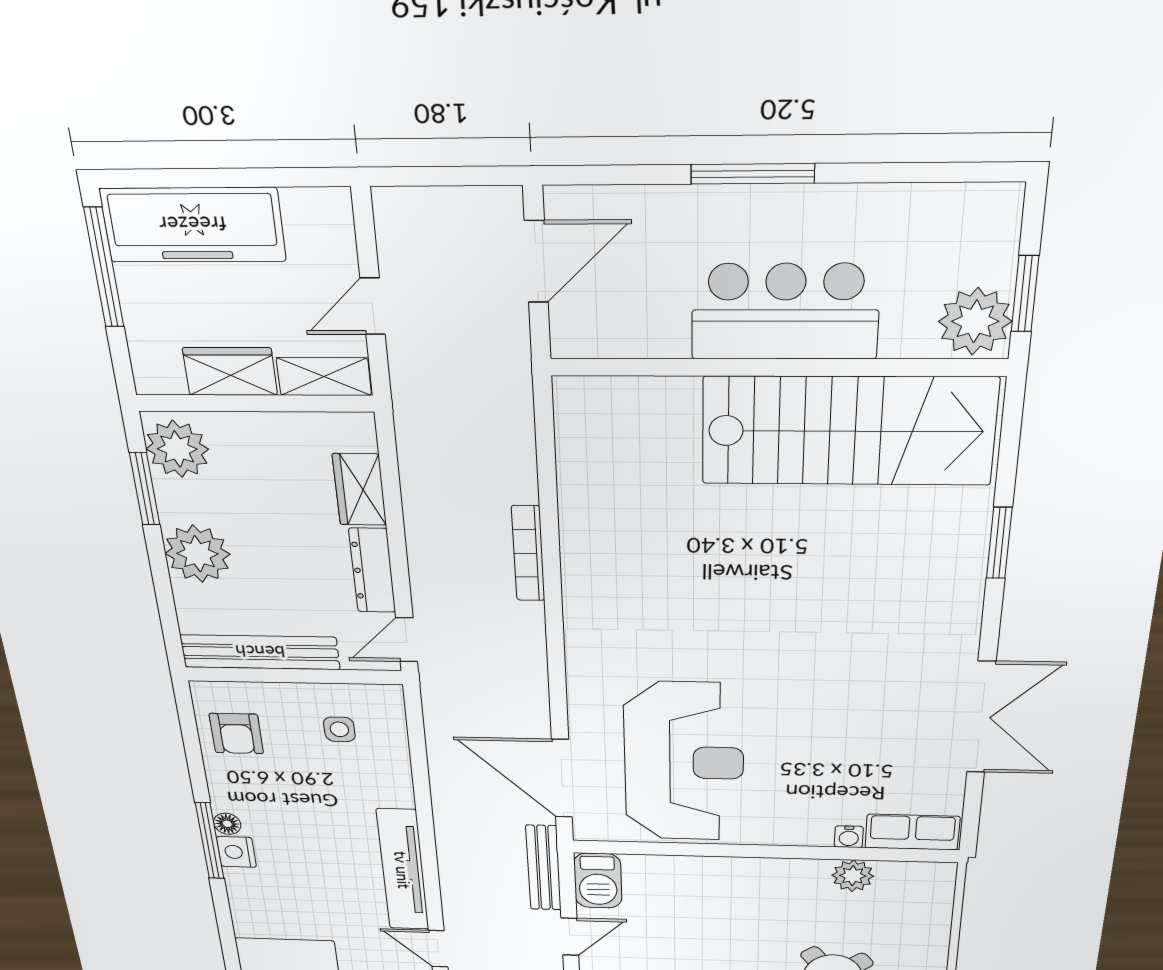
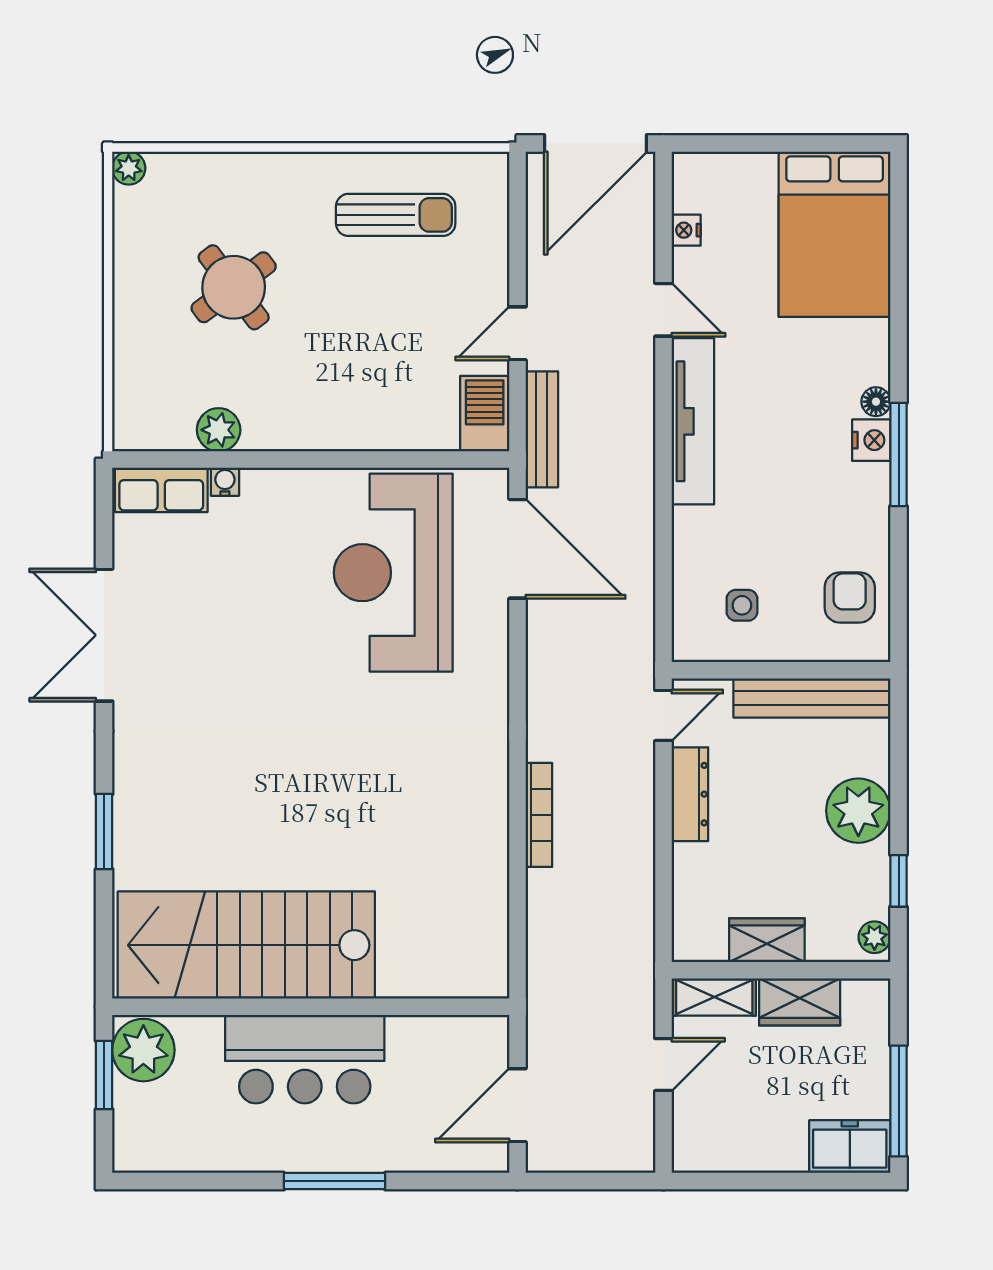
freezer: (193, 225) -> (850, 1147), width x0.52, depth x0.79
plant: (177, 449) -> (874, 937), width x0.53, depth x0.53
window: (145, 489) -> (899, 881), width x0.67
wardrobe: (359, 490) -> (767, 940), moved, turned -90
floor lamp: (227, 824) -> (876, 402), moved

